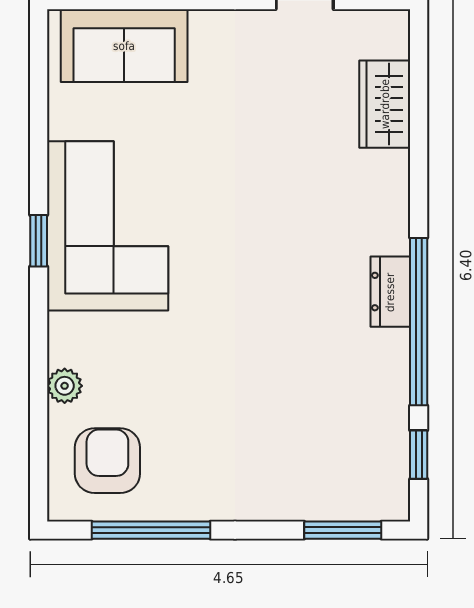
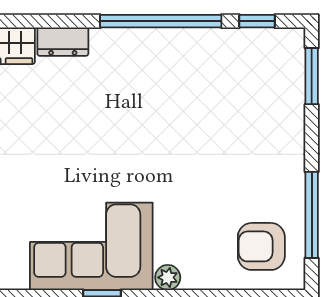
dresser: (390, 292) -> (63, 42), moved
plant: (65, 386) -> (168, 277), moved

